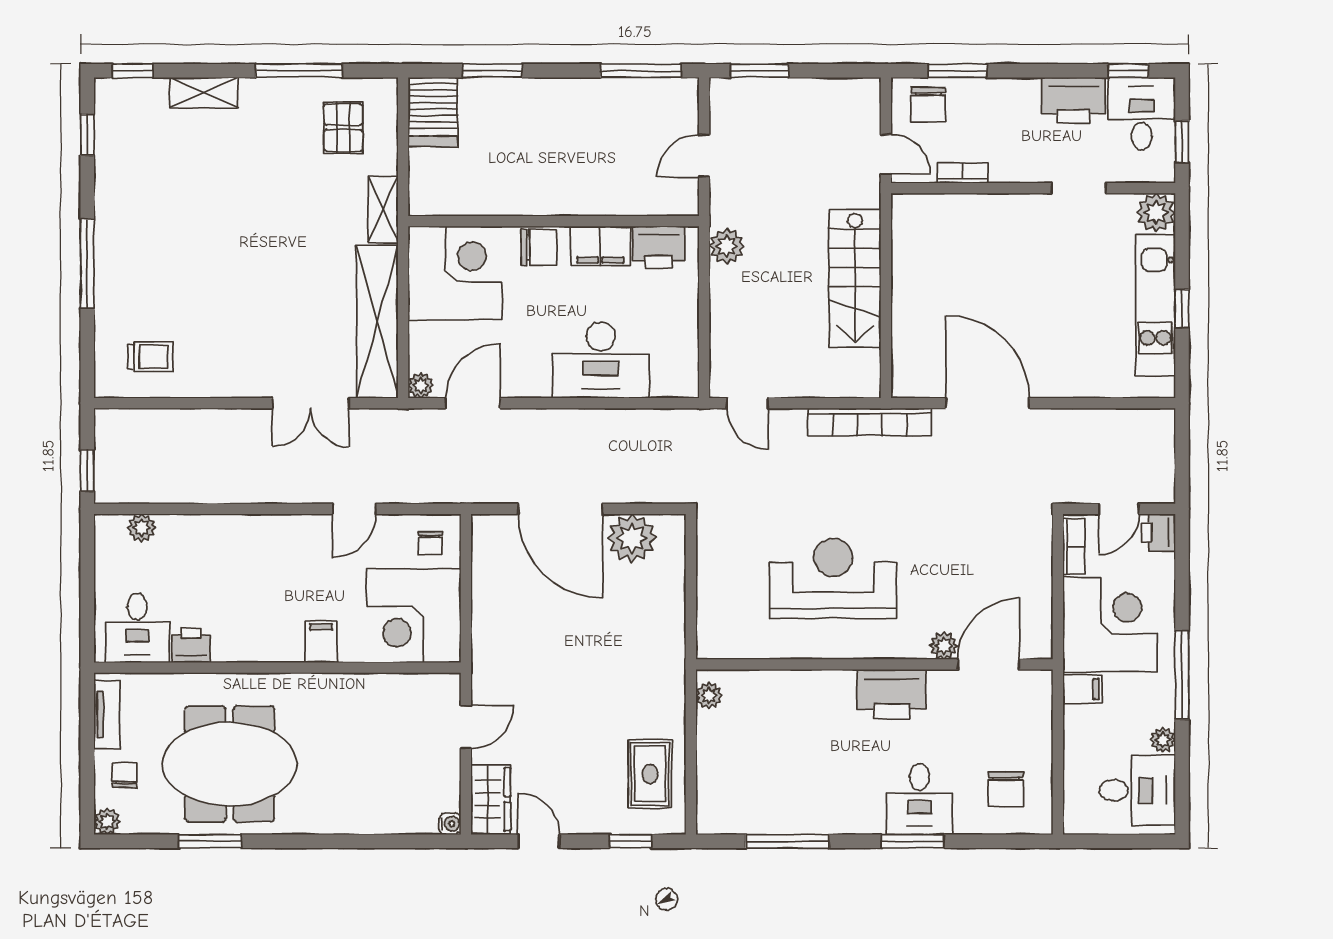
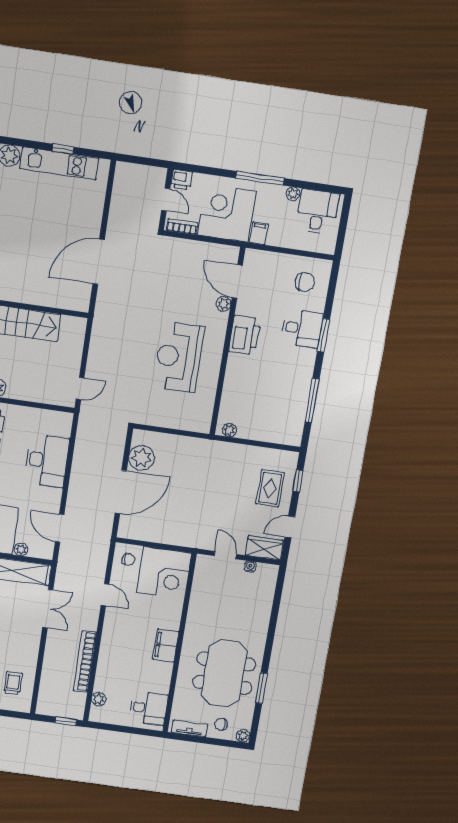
plant: (421, 385) -> (21, 549), moved
bookcase: (870, 422) -> (85, 662), moved, turned 180
filing cabinet: (321, 642) -> (166, 645), moved, width x2.00
printer: (191, 645) -> (161, 684), removed
rug: (650, 774) -> (270, 488), moved, turned 90
water cooler: (450, 824) -> (250, 567), moved

